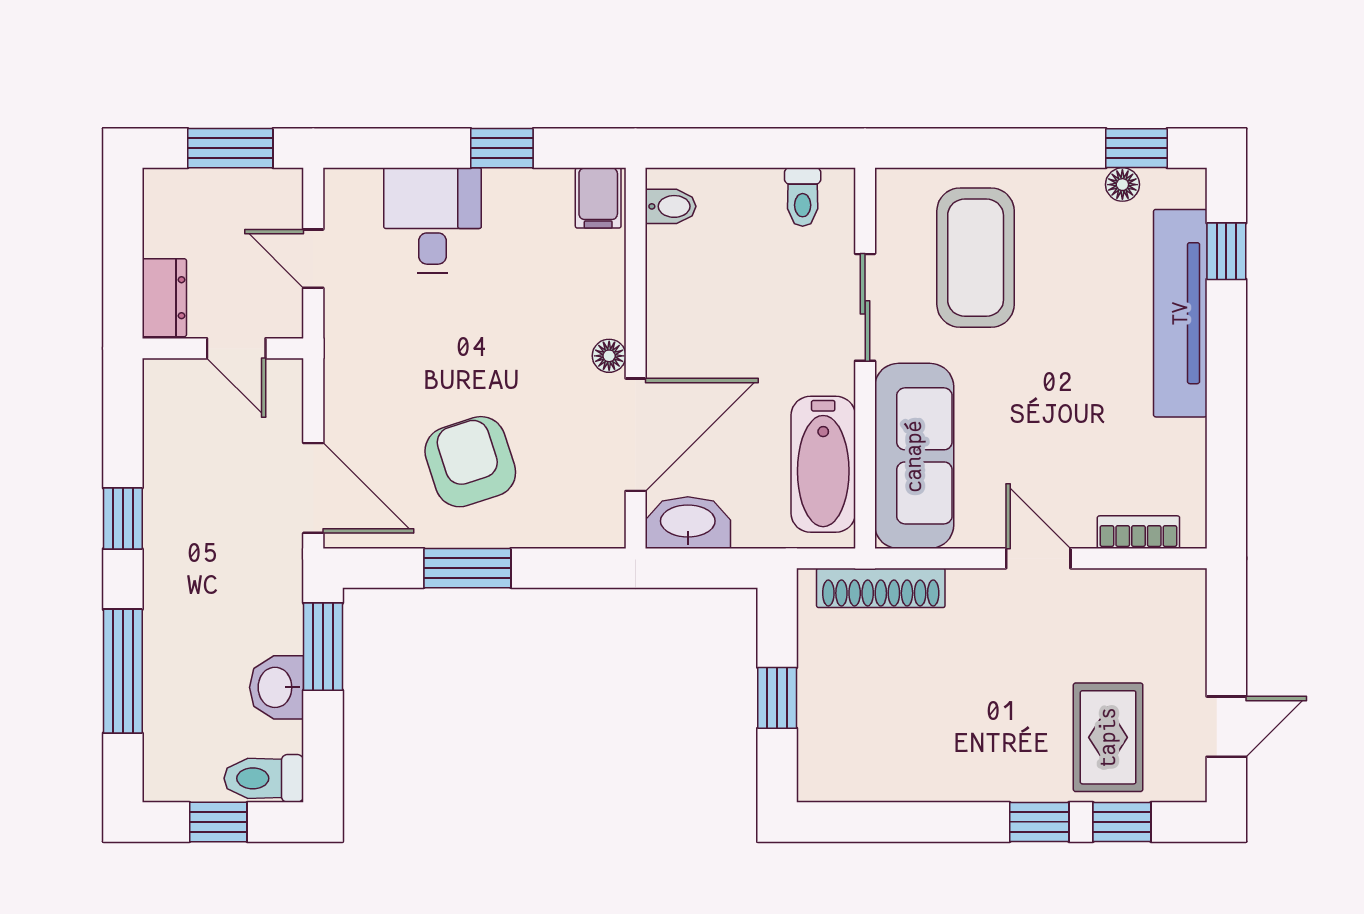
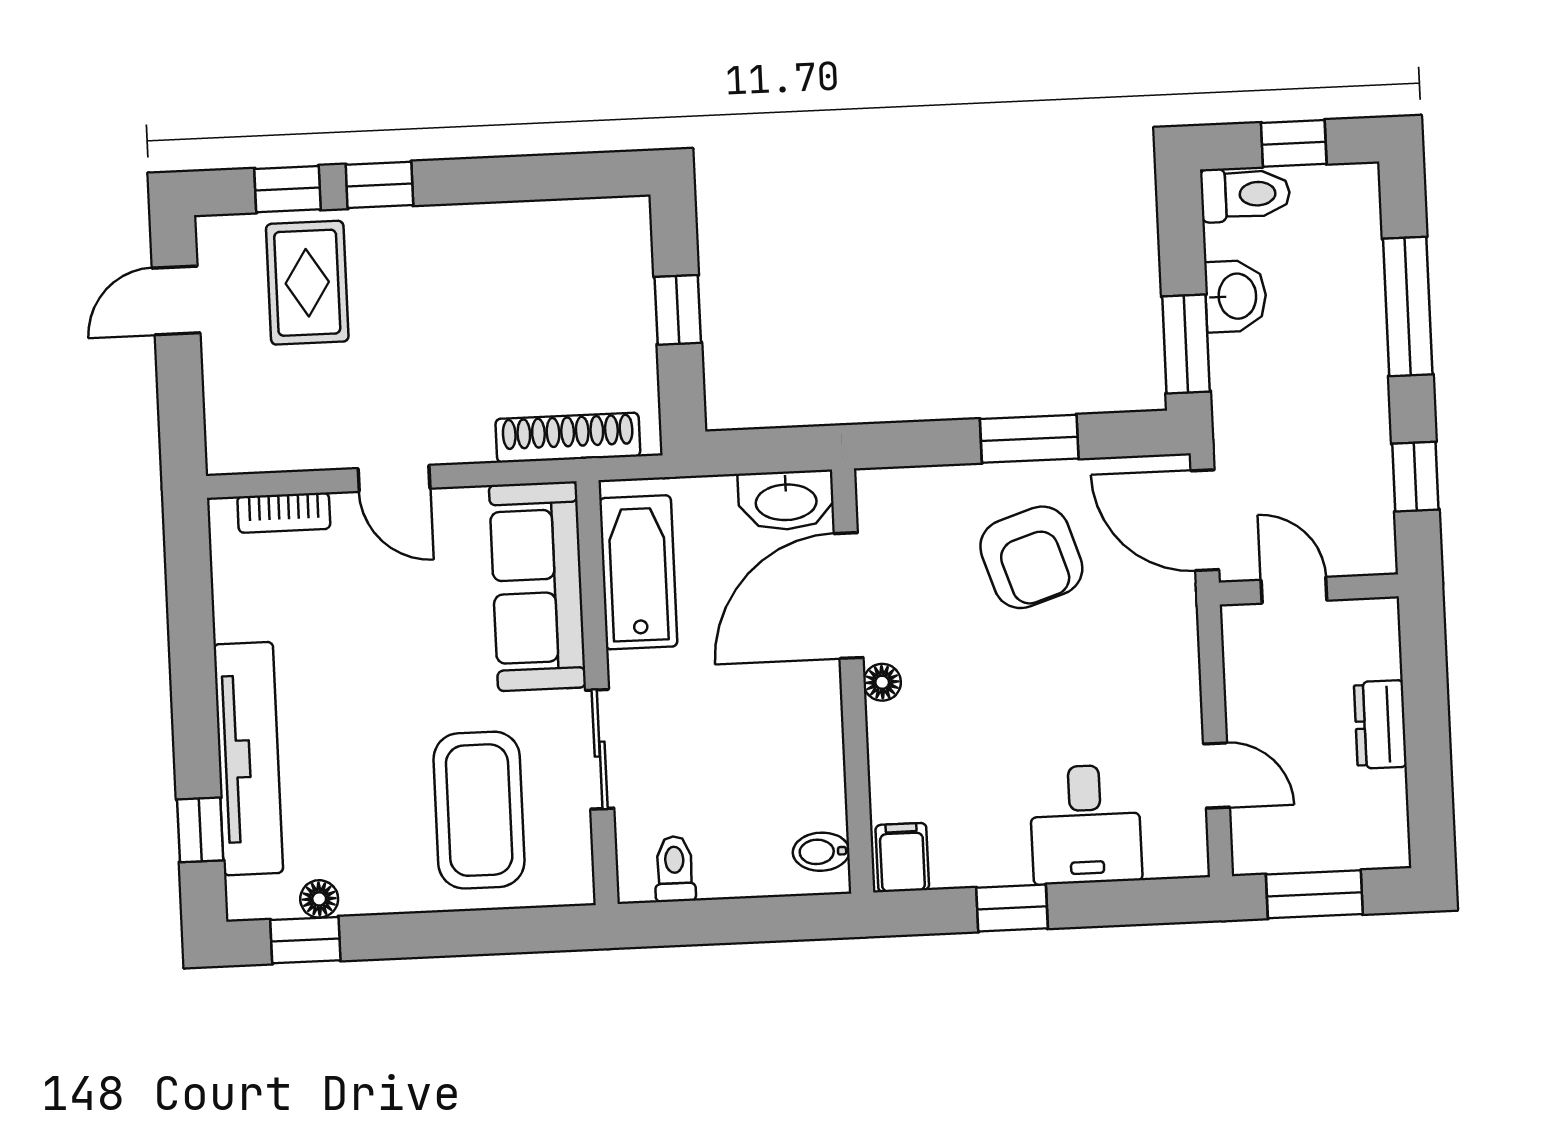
wall: (223, 348) -> (1309, 589), moved
door: (236, 348) -> (1294, 590), moved

